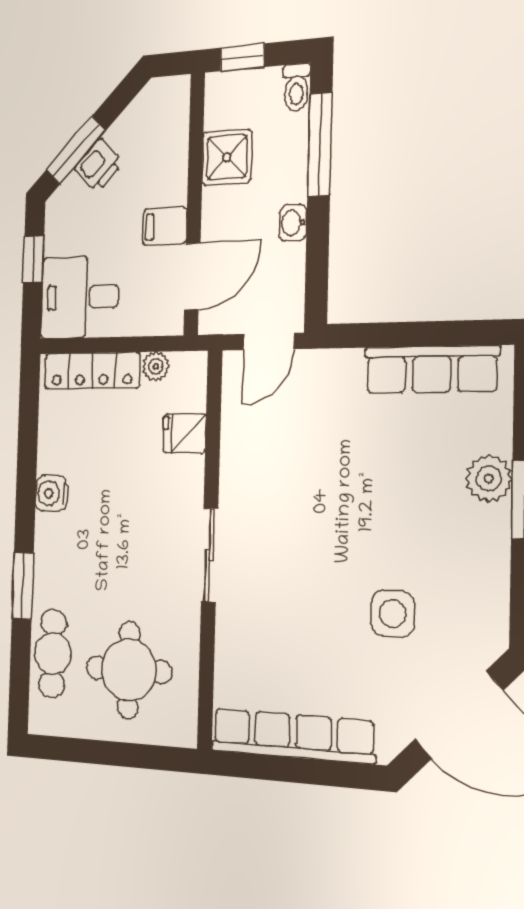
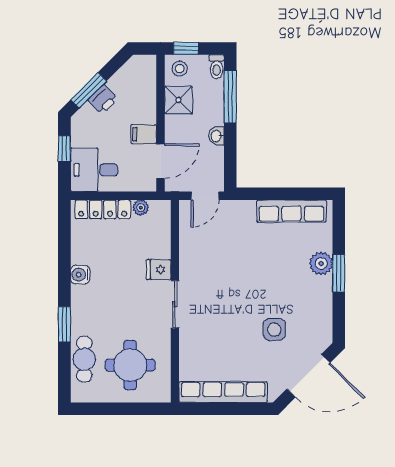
stool: (230, 97) -> (180, 69), added
fridge: (185, 433) -> (159, 269), moved

